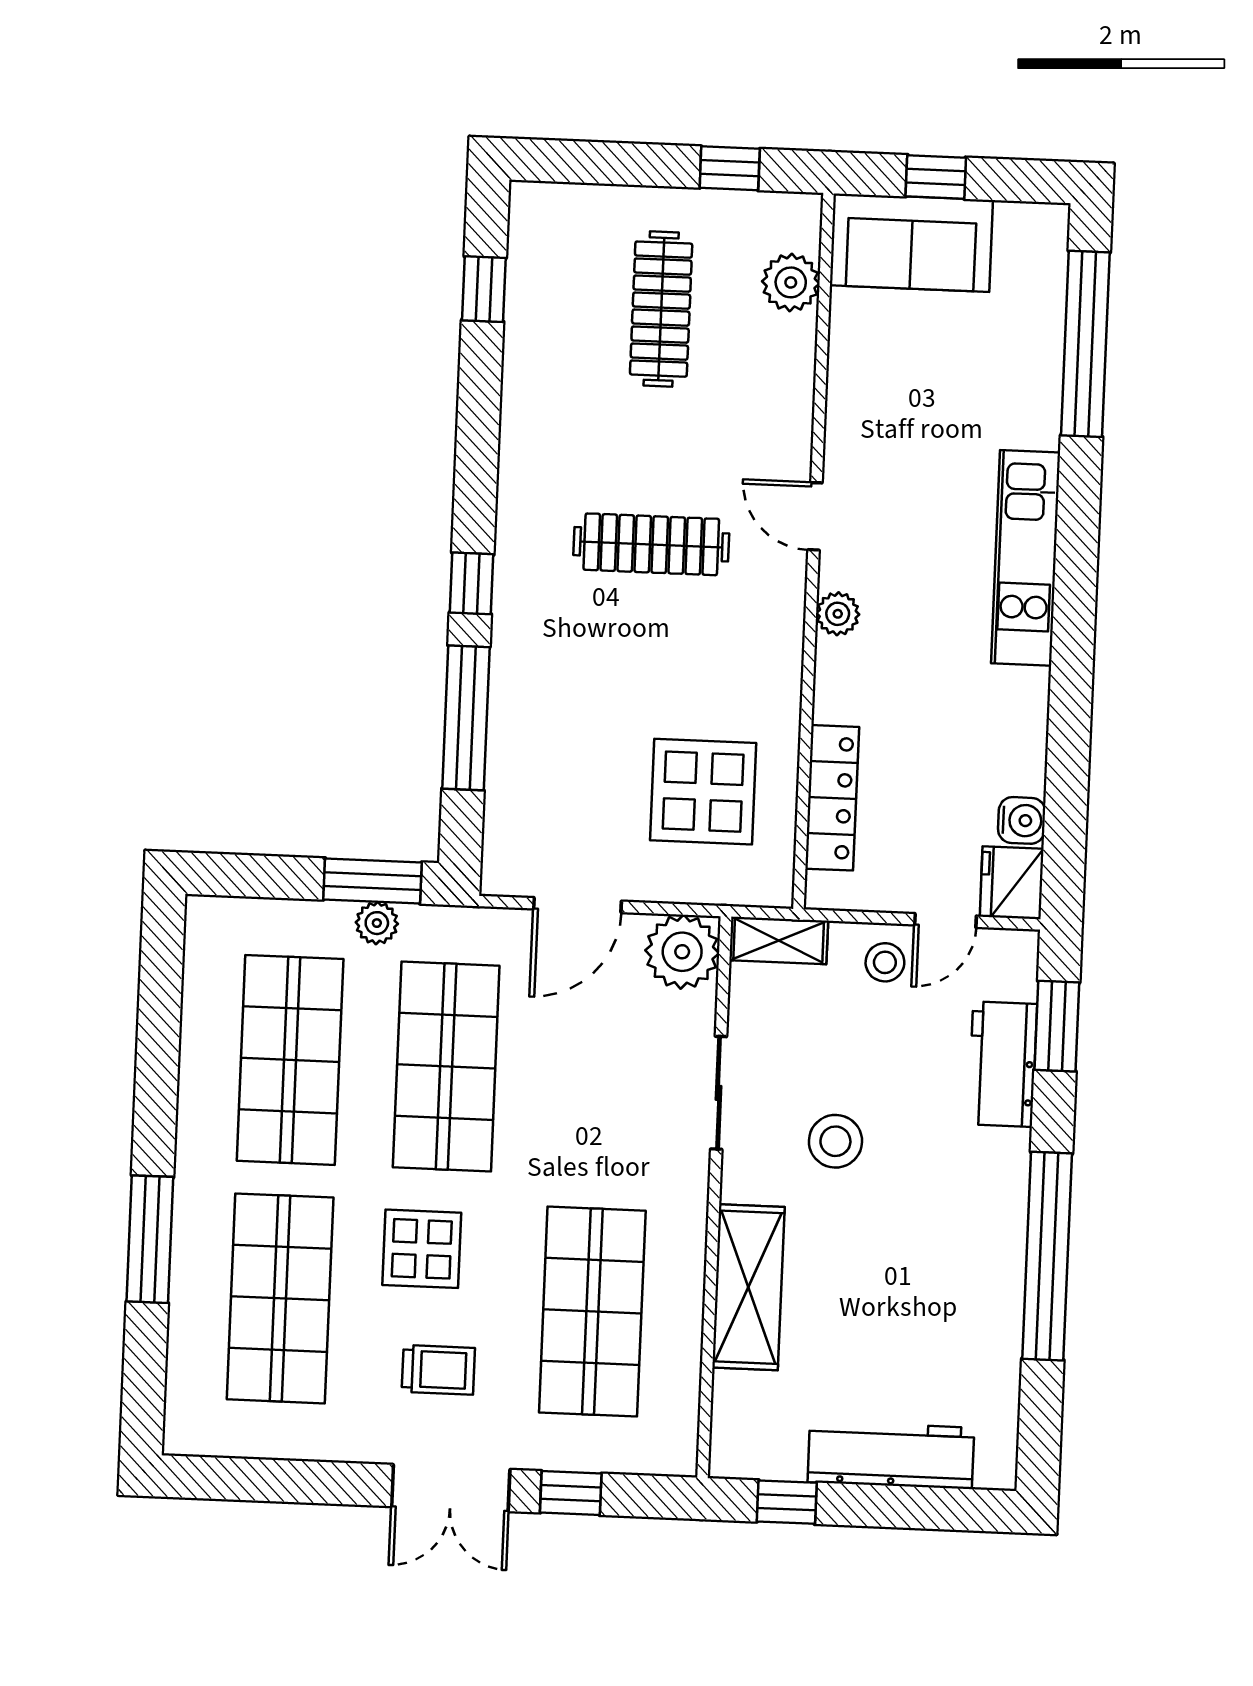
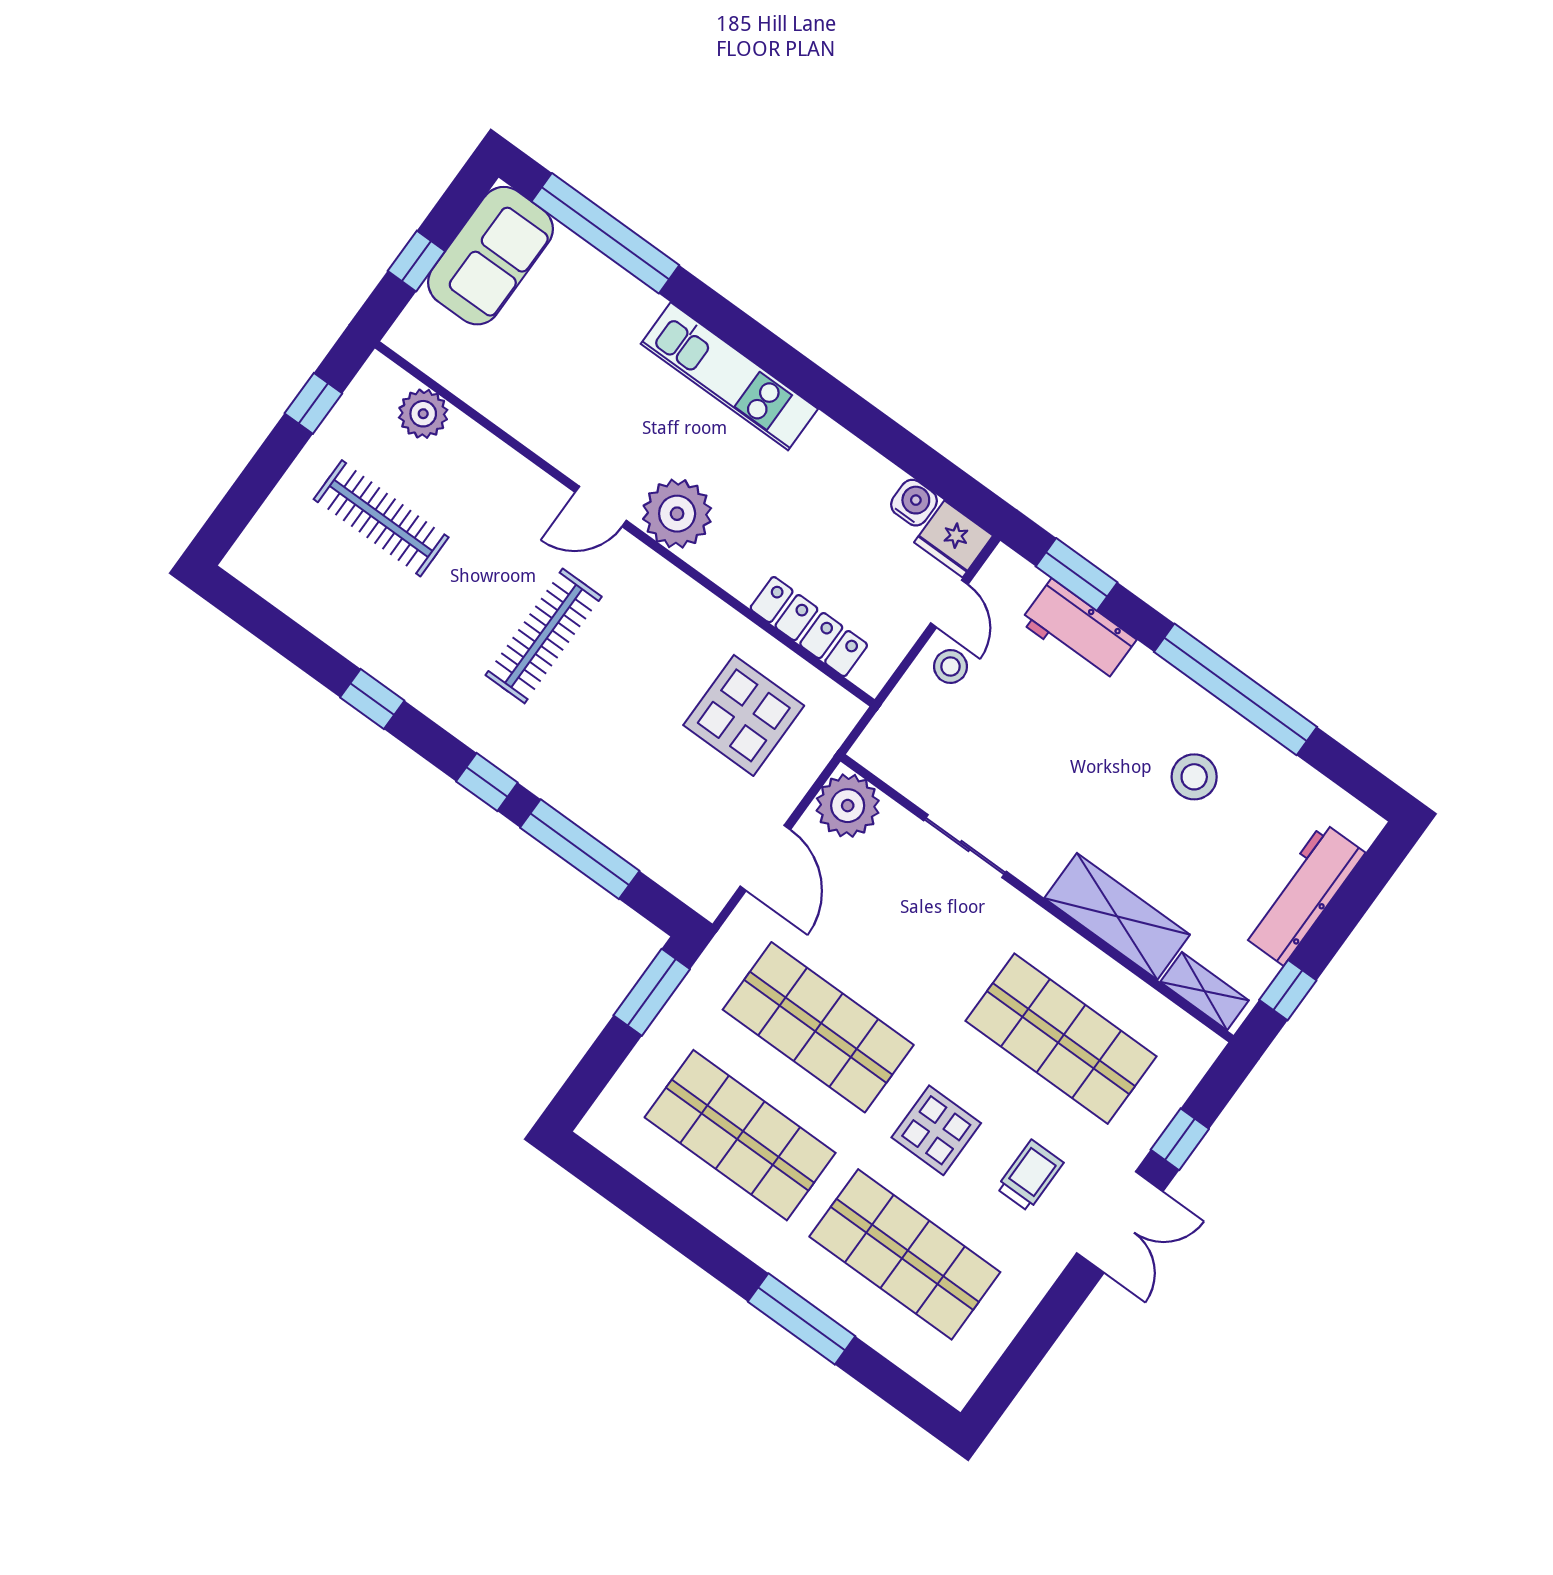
sofa: (911, 243) -> (490, 256), moved
window: (484, 289) -> (372, 699), moved
plant: (838, 614) -> (677, 514), width x1.88, depth x1.88
plant: (377, 923) -> (684, 1009), removed
shelving: (779, 940) -> (1205, 991), moved, turned 90
stool: (835, 1141) -> (1194, 777), moved

